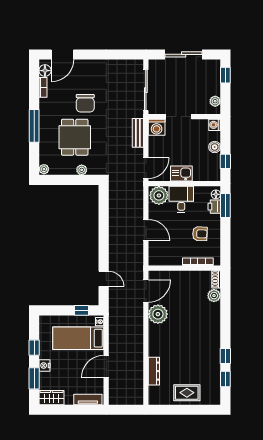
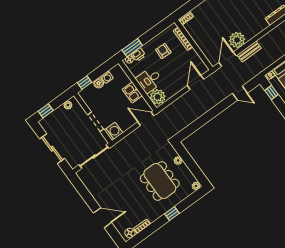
door: (62, 54) -> (102, 218), moved
chair: (85, 103) -> (132, 190), removed
washing machine: (215, 125) -> (107, 77), moved
window: (34, 126) -> (172, 213), width x0.46
bench: (138, 133) -> (249, 52), moved
dining table: (75, 137) -> (160, 181), width x1.38
window: (225, 161) -> (85, 83), moved
door: (146, 230) -> (196, 82), moved
door: (104, 279) -> (240, 93), swing flipped
door: (146, 291) -> (228, 59), hinge flipped
plant: (214, 296) -> (198, 12), removed

